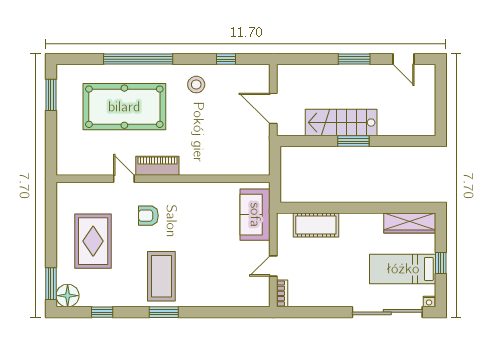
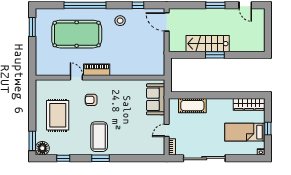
door: (273, 108) -> (167, 22), moved
sliding door: (387, 312) -> (204, 158), moved

